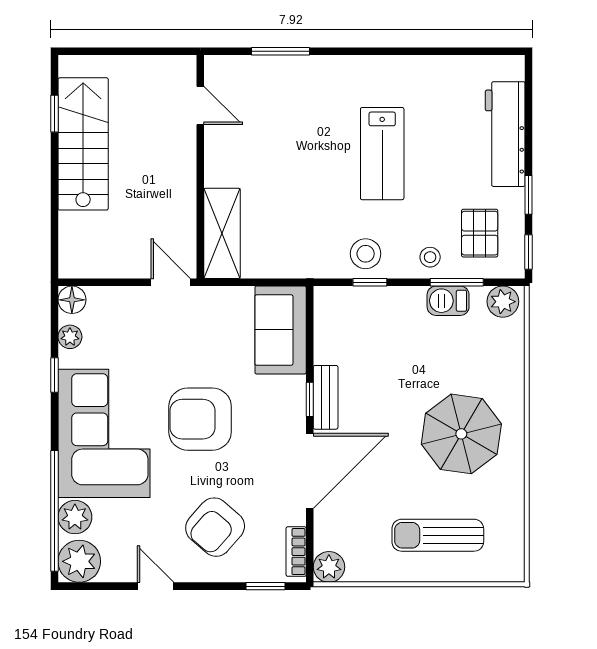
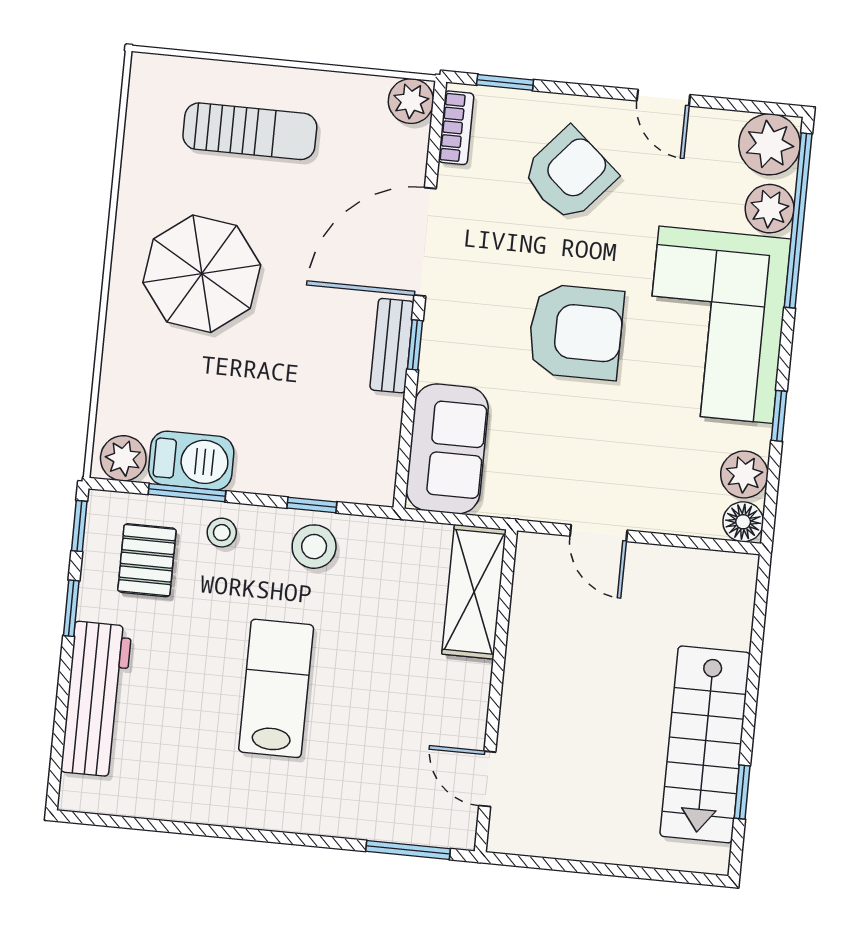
door: (200, 106) -> (487, 779), moved
wall: (200, 167) -> (496, 691), moved
shelving: (222, 233) -> (474, 592), moved
barbecue: (448, 301) -> (191, 461), width x1.38, depth x1.27
plant: (70, 337) -> (744, 474), width x1.38, depth x1.38

